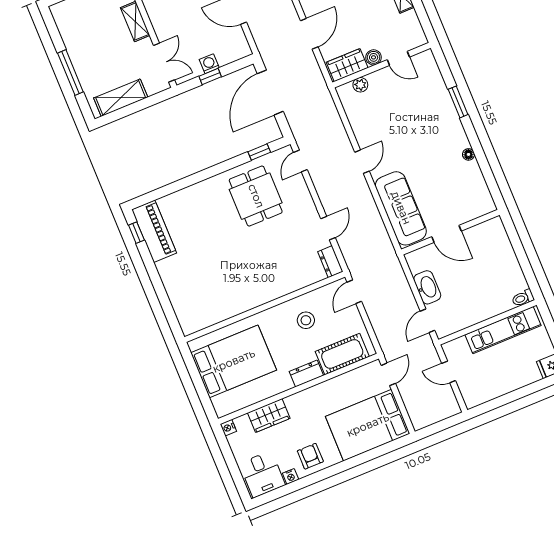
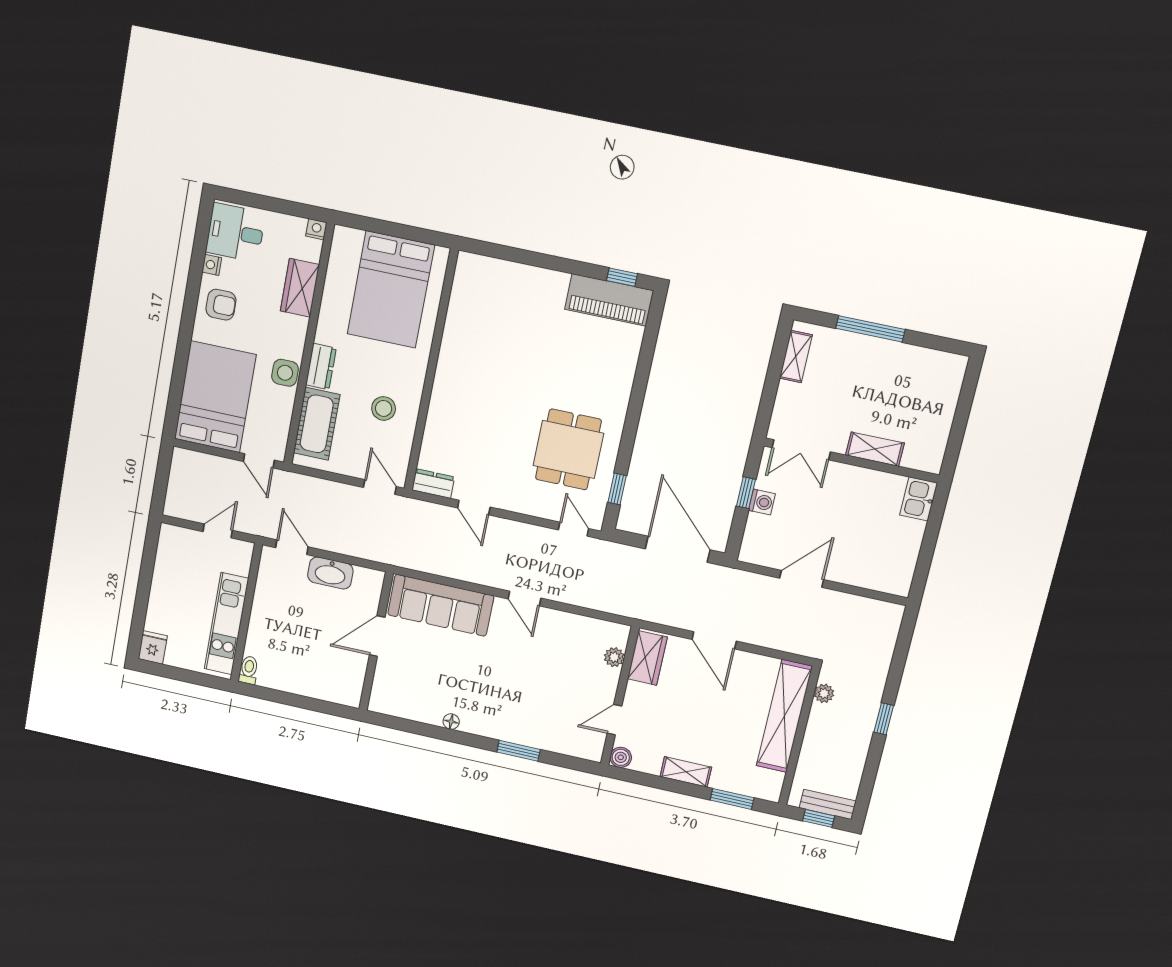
boiler: (374, 57) -> (621, 757), moved
shelving: (121, 98) -> (796, 357), width x0.67, depth x0.75
dining table: (256, 196) -> (568, 449), turned 90
side table: (325, 392) -> (285, 373), added

